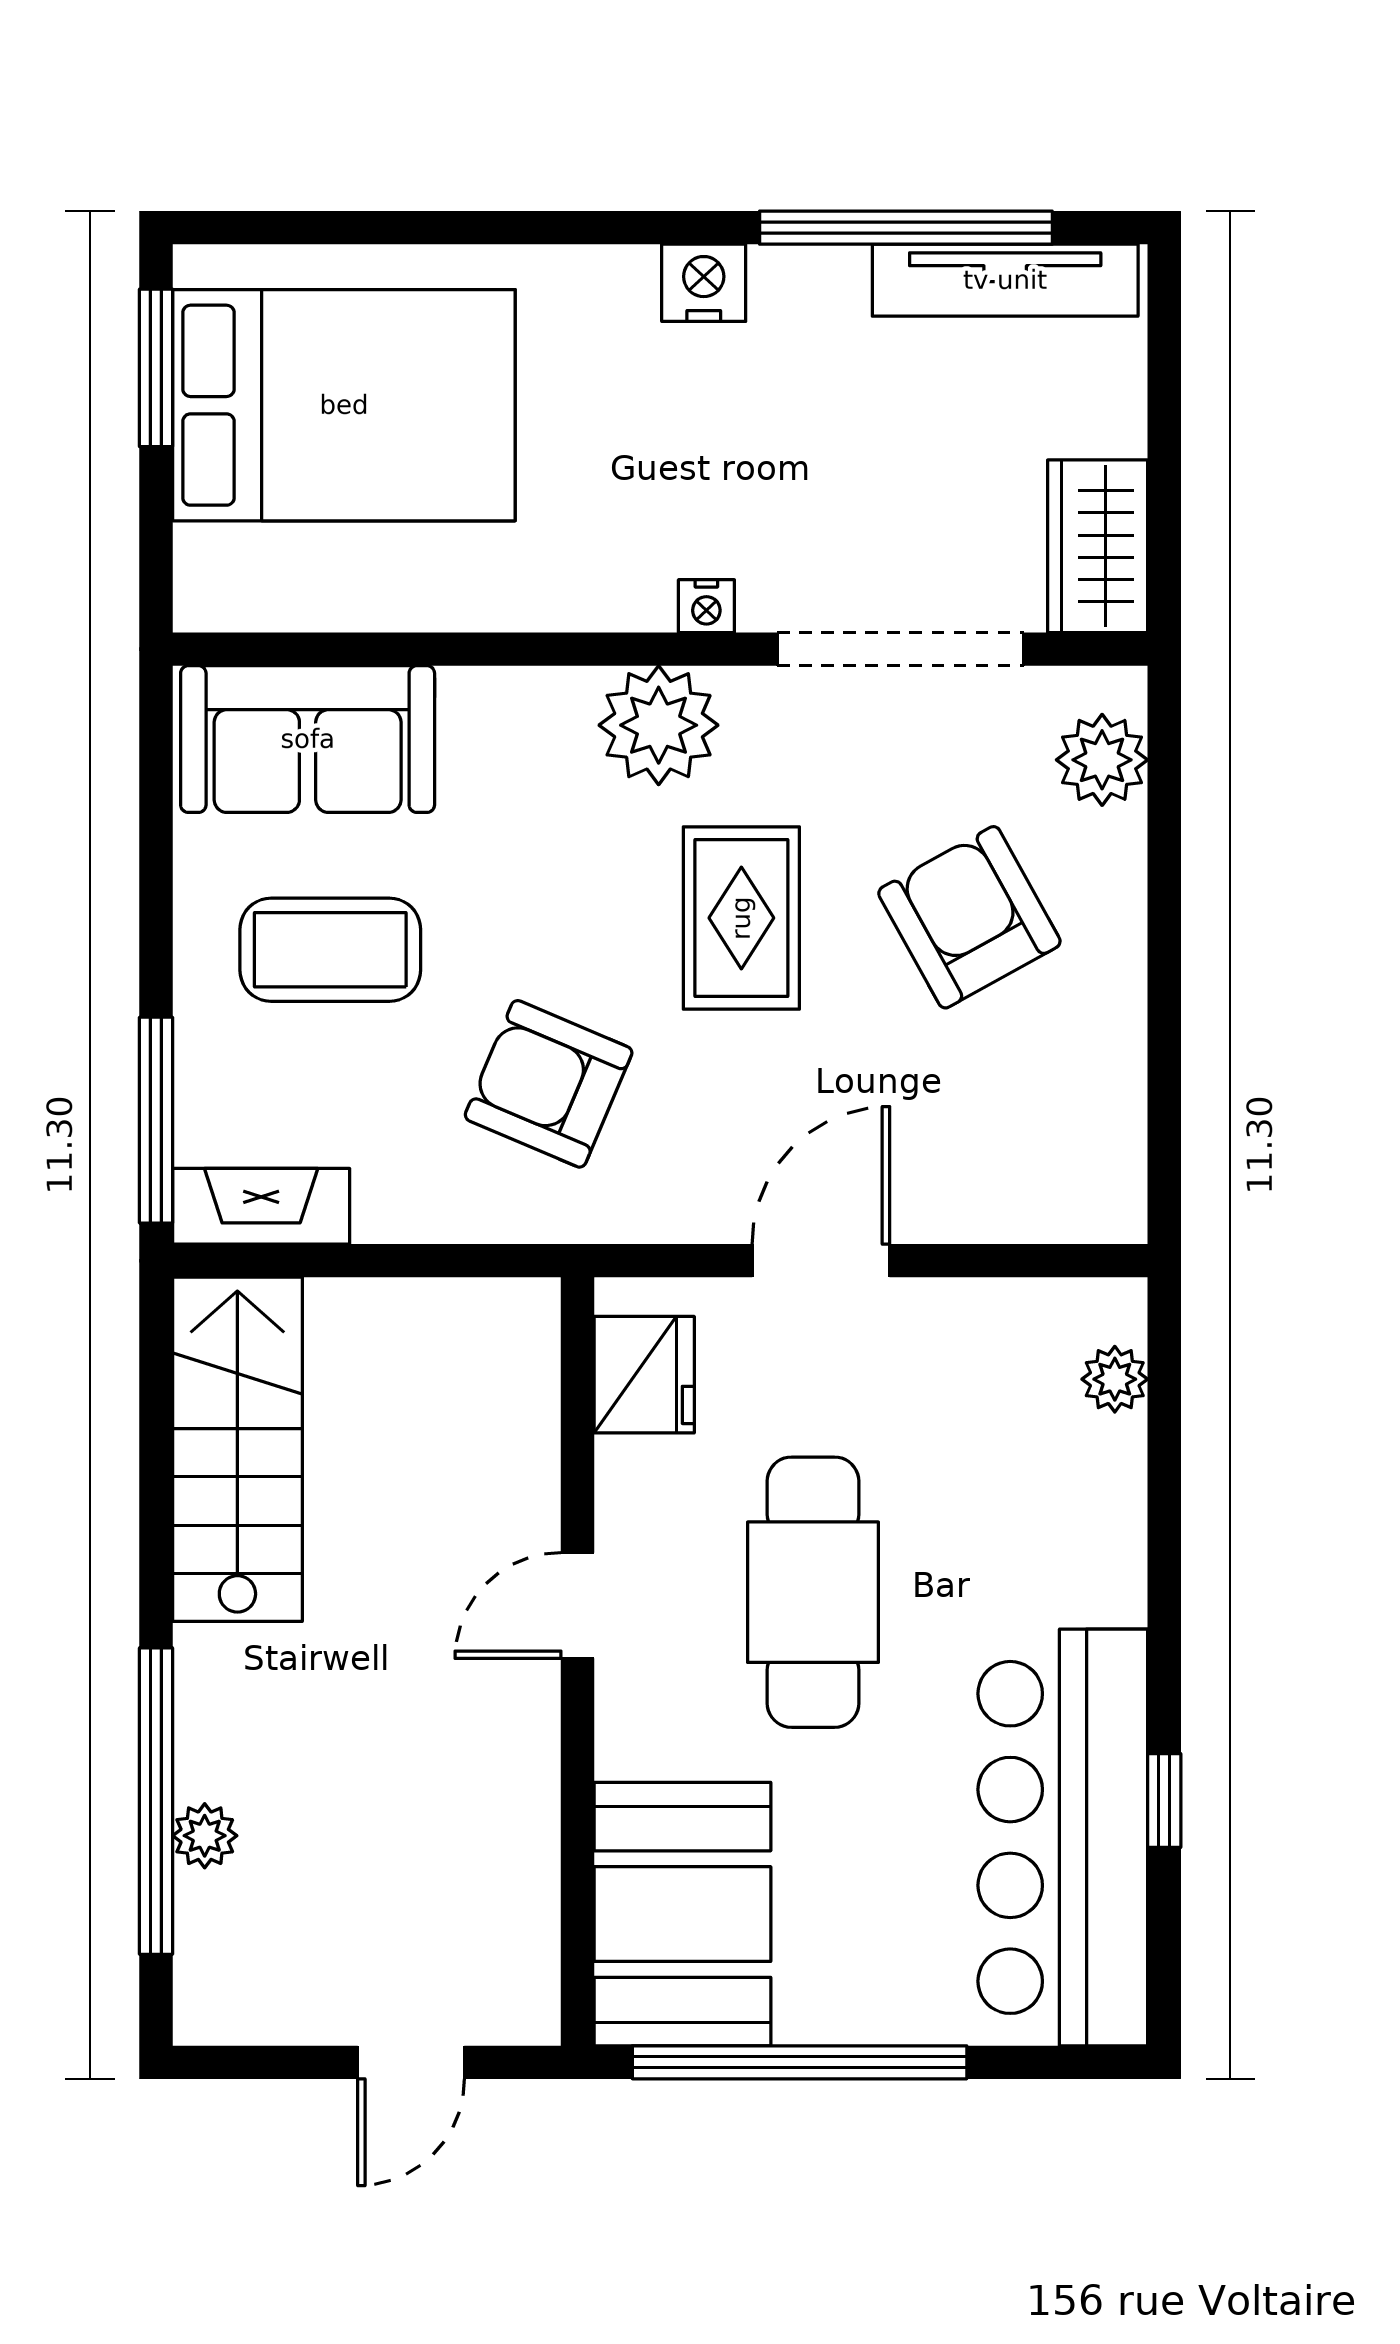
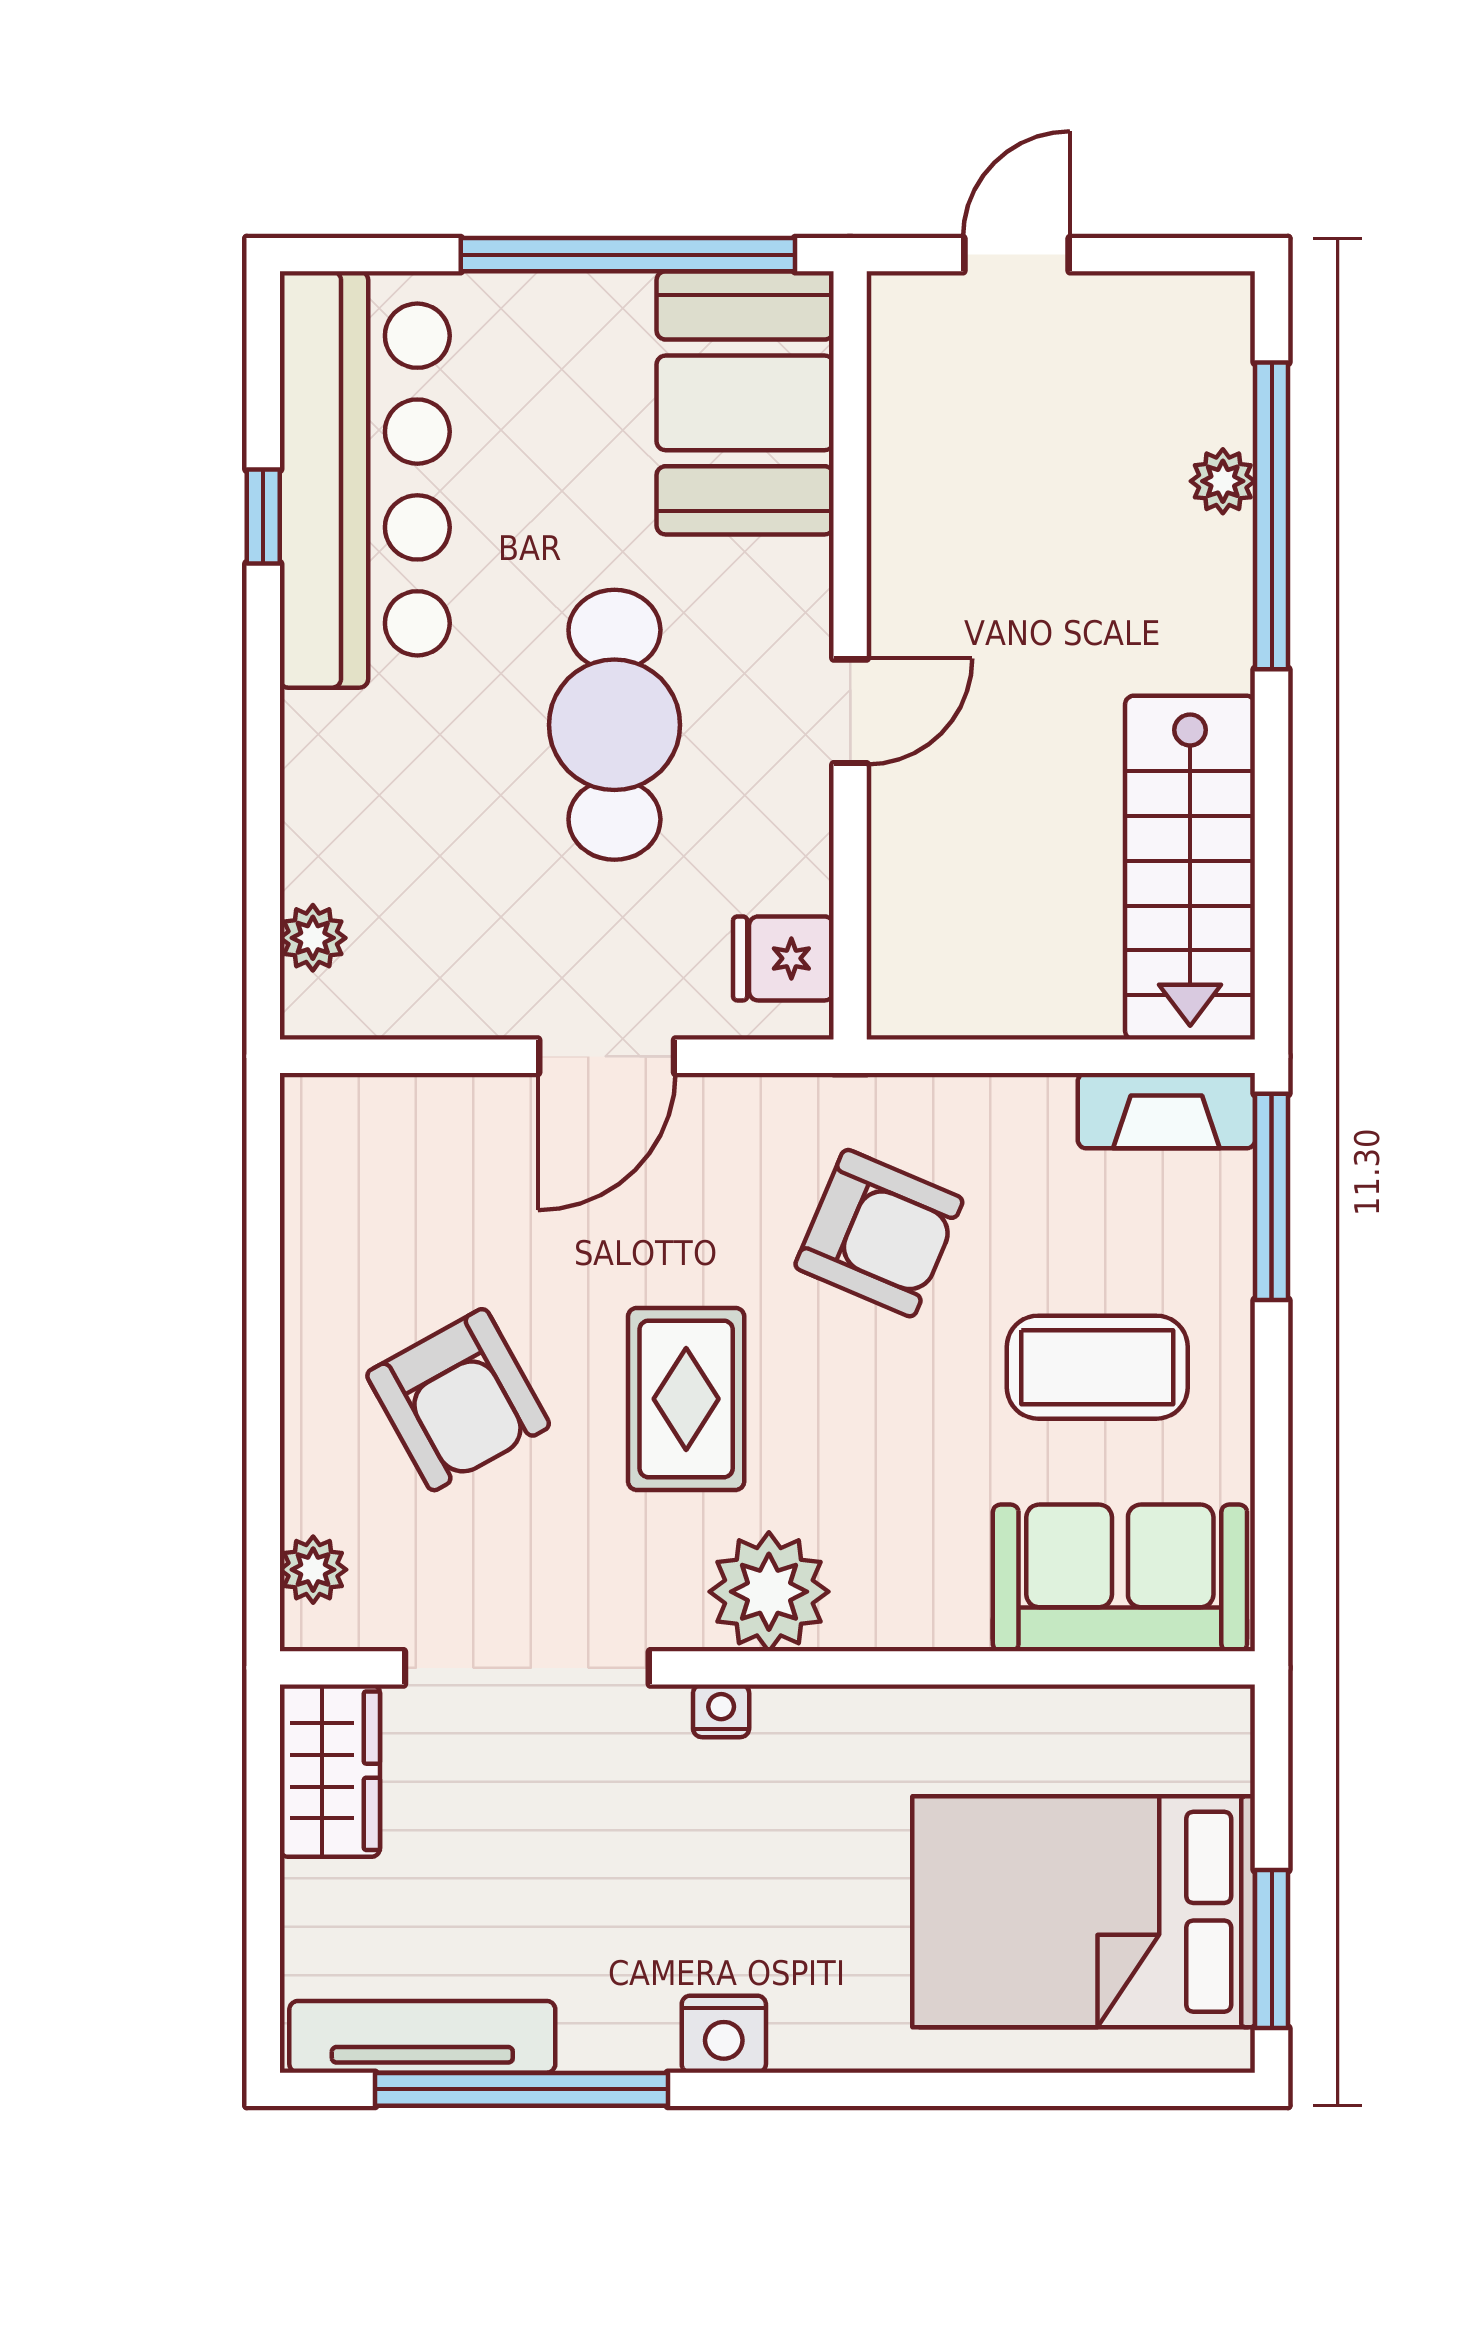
plant: (1102, 760) -> (313, 1570), width x0.73, depth x0.73
fridge: (644, 1375) -> (783, 958), width x0.72

